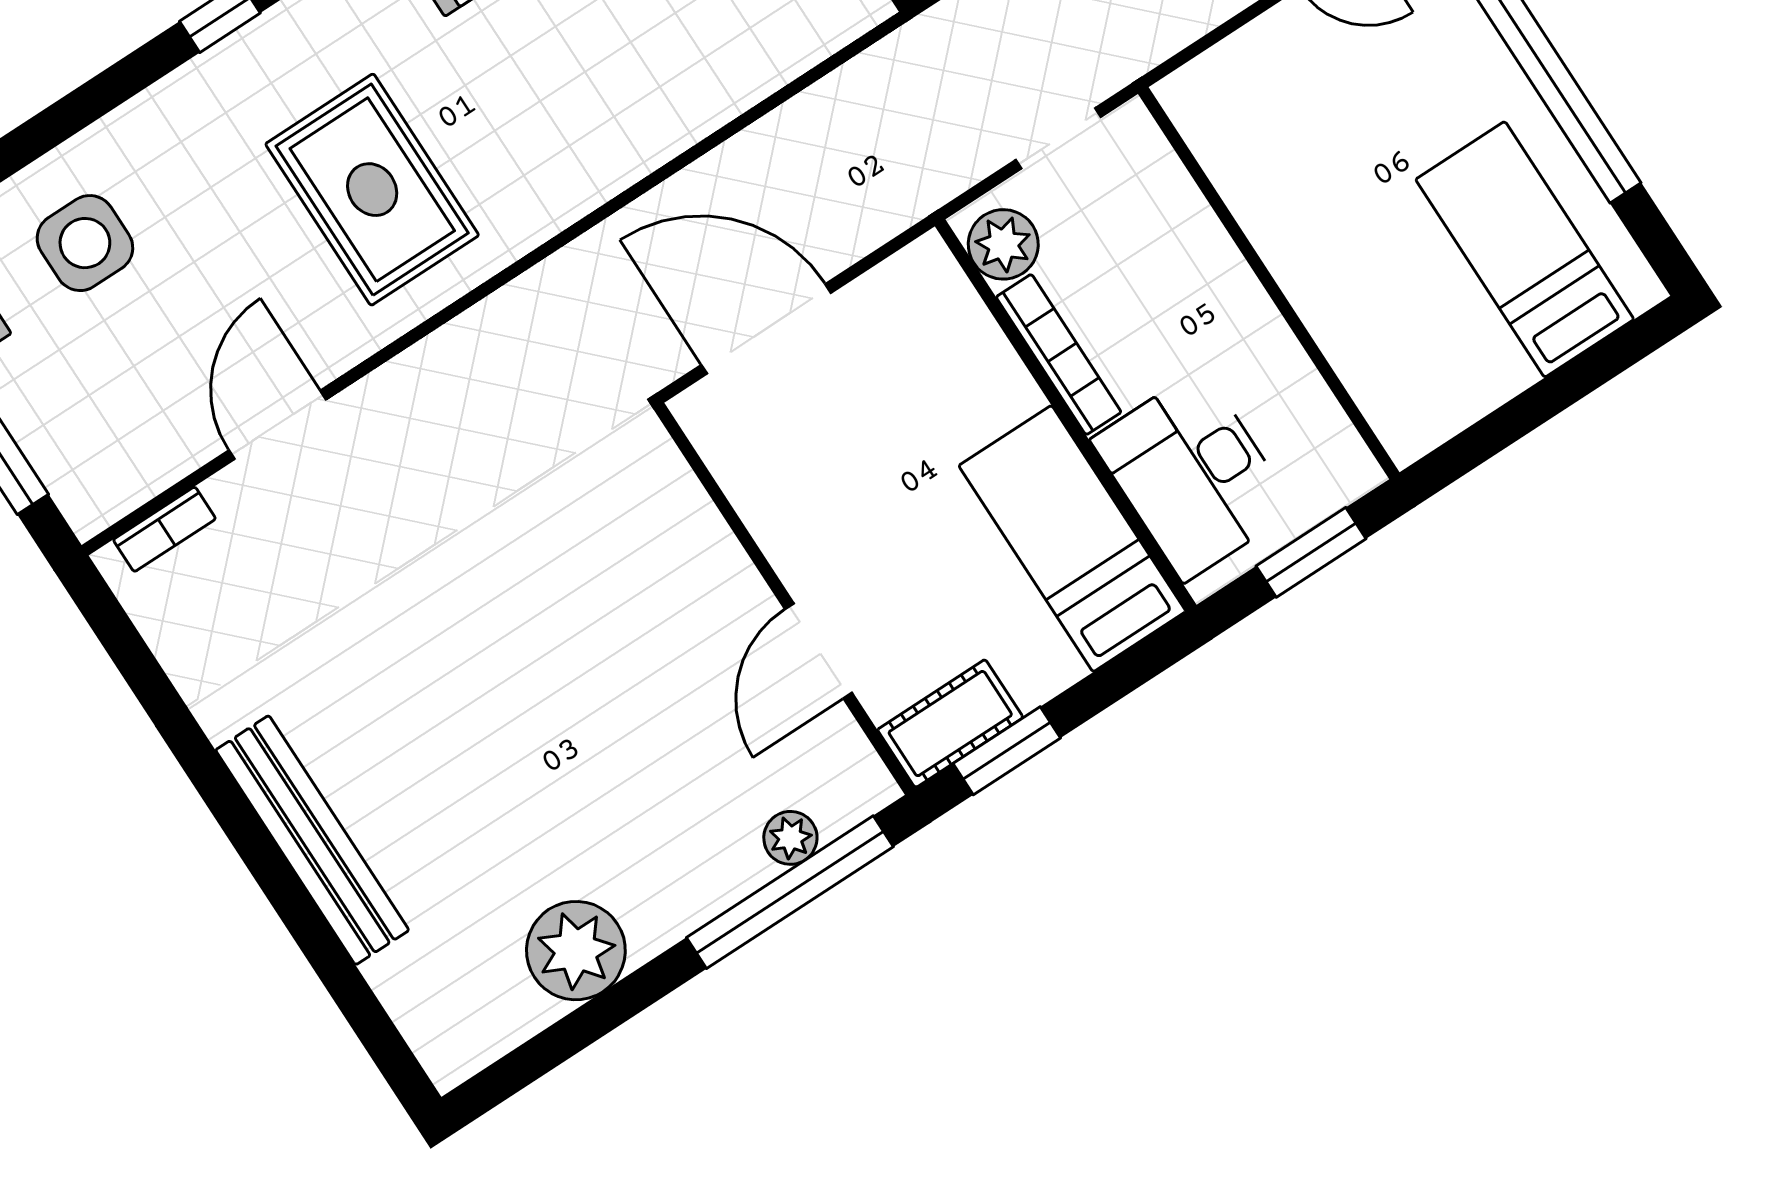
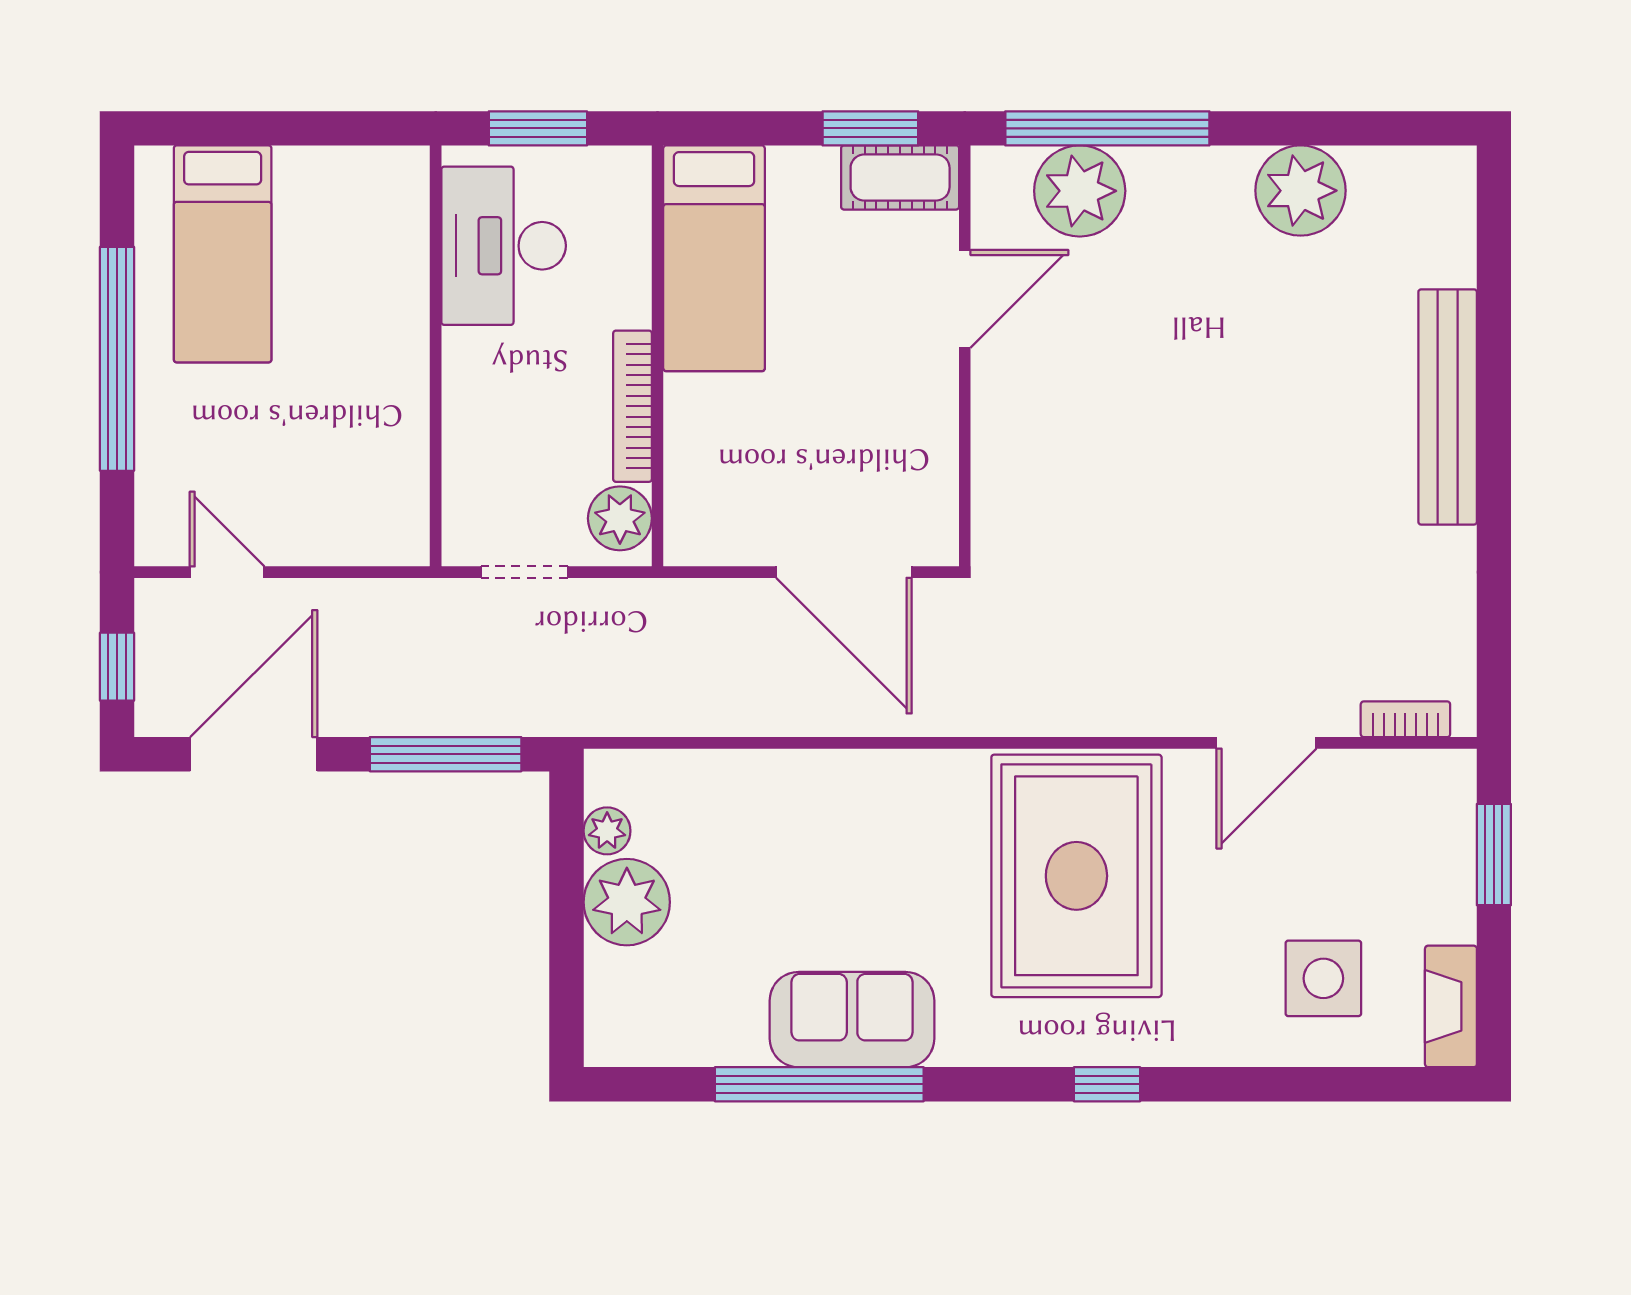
rug: (372, 190) -> (1076, 876), width x1.37, depth x1.44
desk: (1193, 475) -> (504, 246), moved, turned 180
plant: (790, 838) -> (1080, 191), width x1.87, depth x1.87

